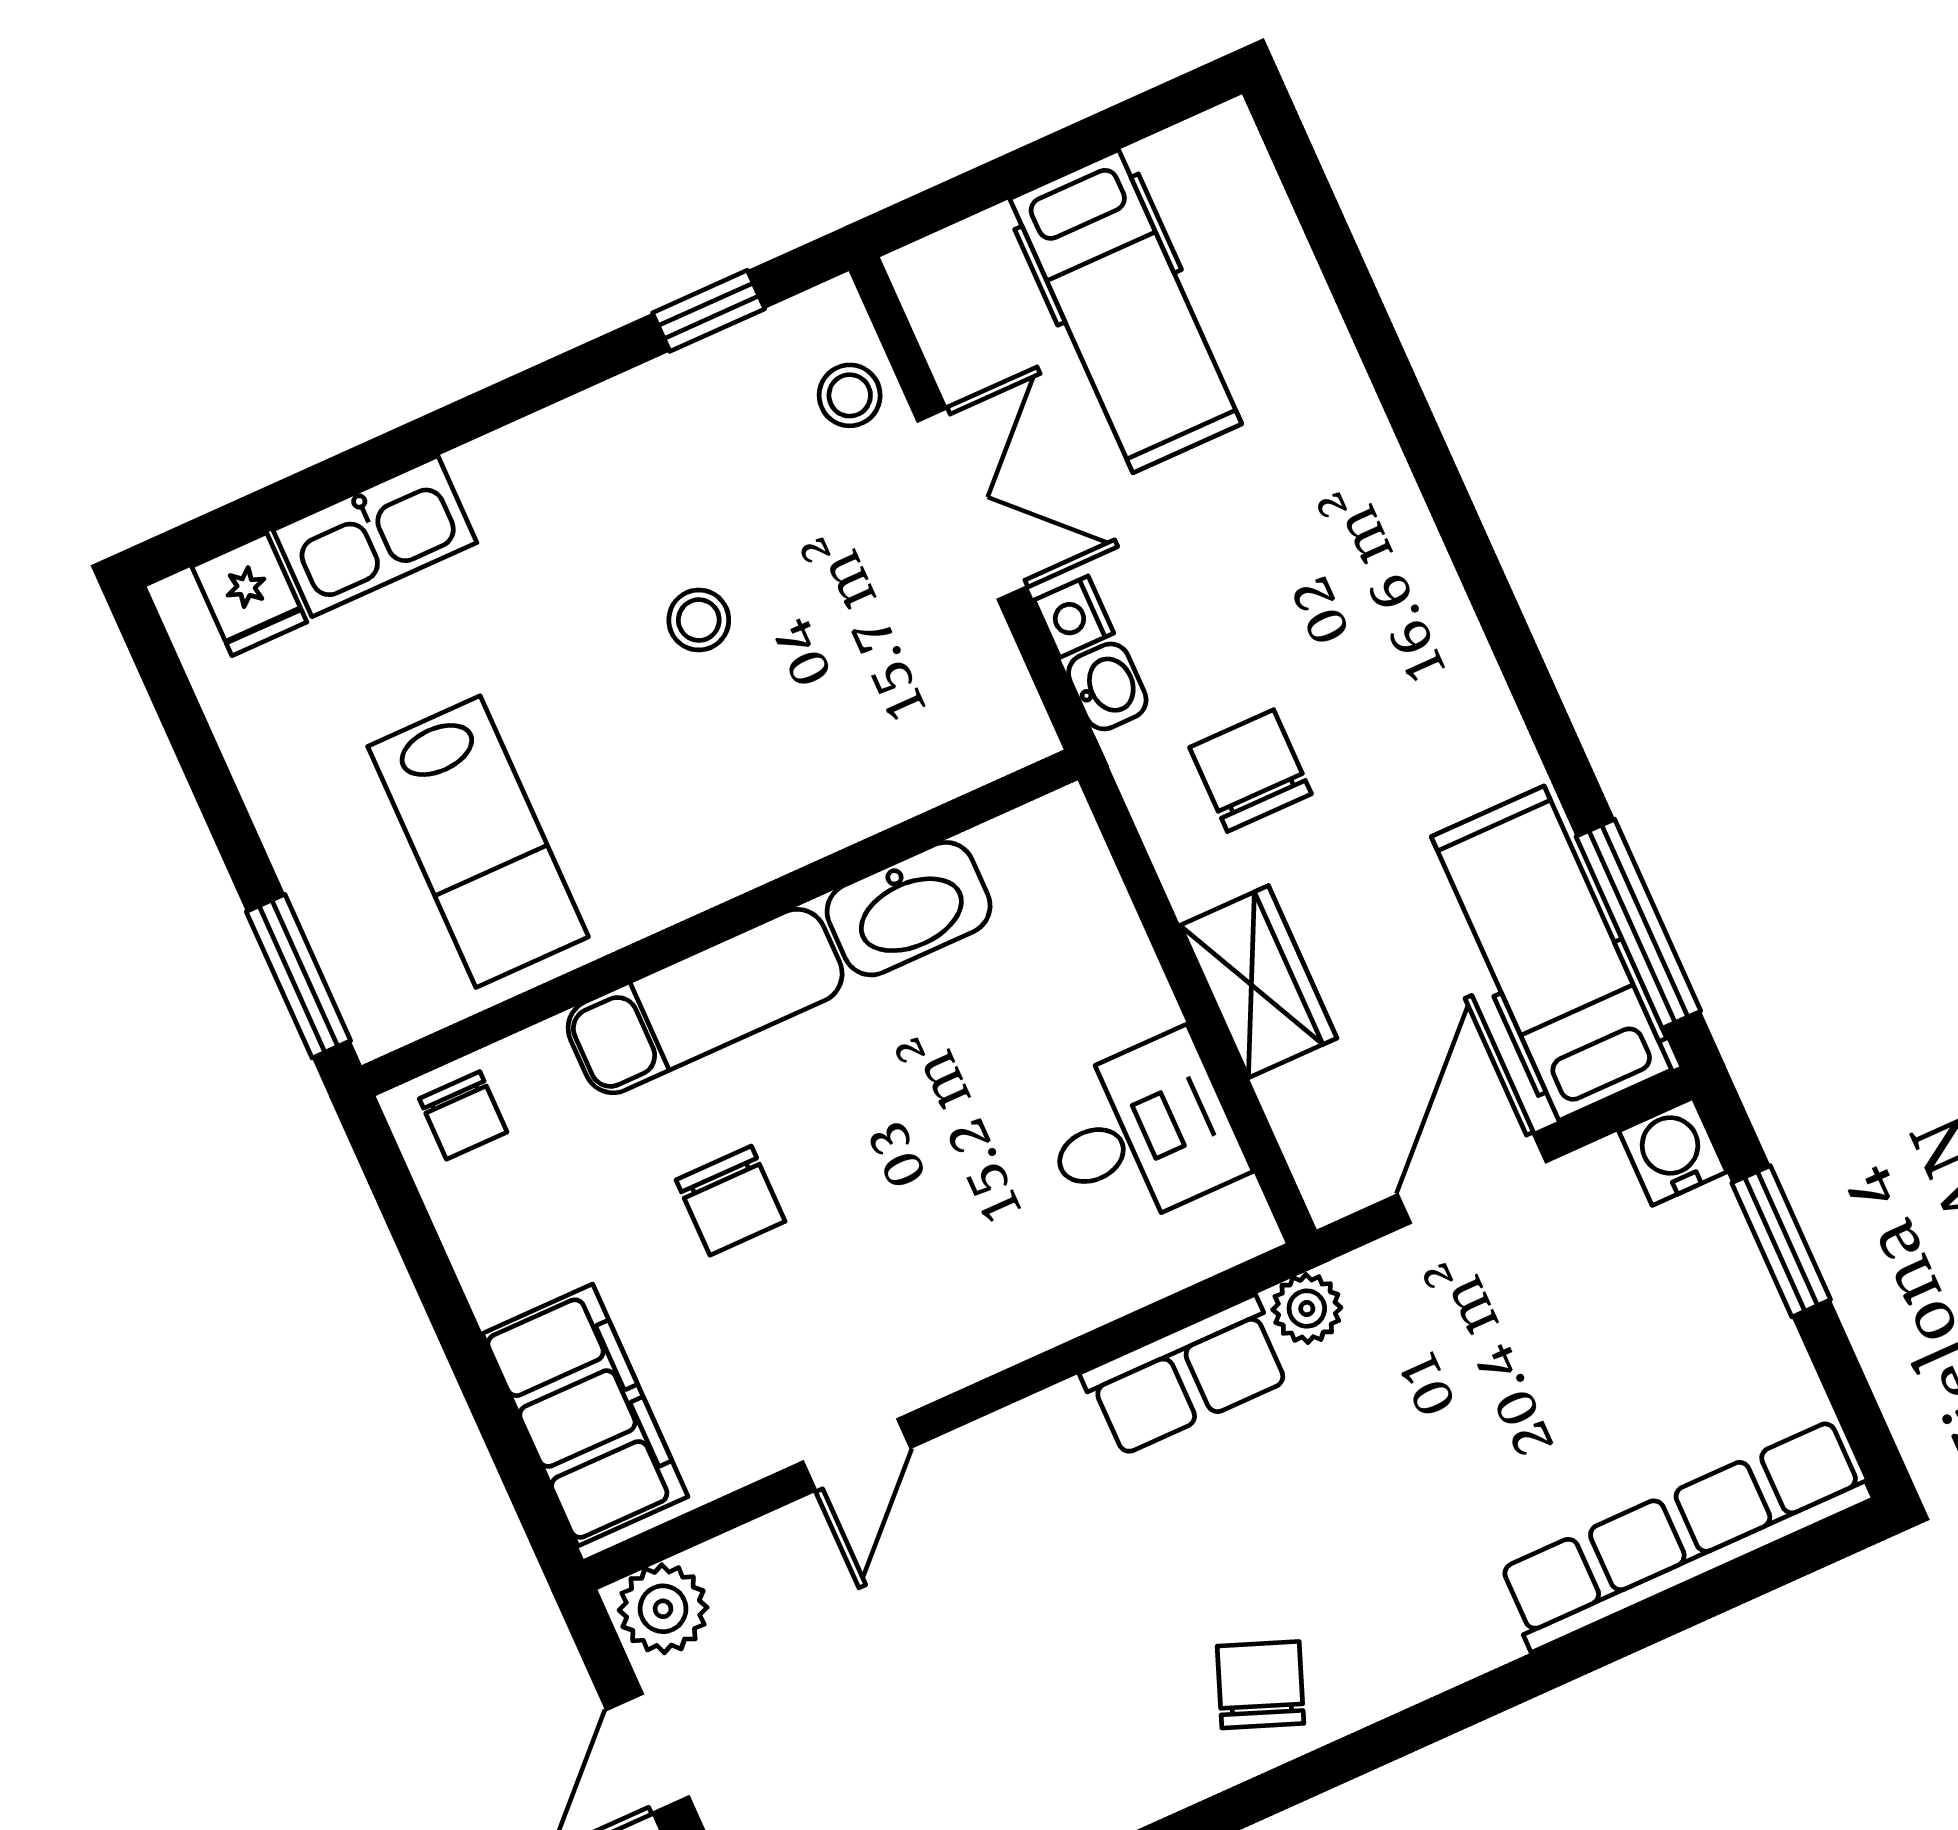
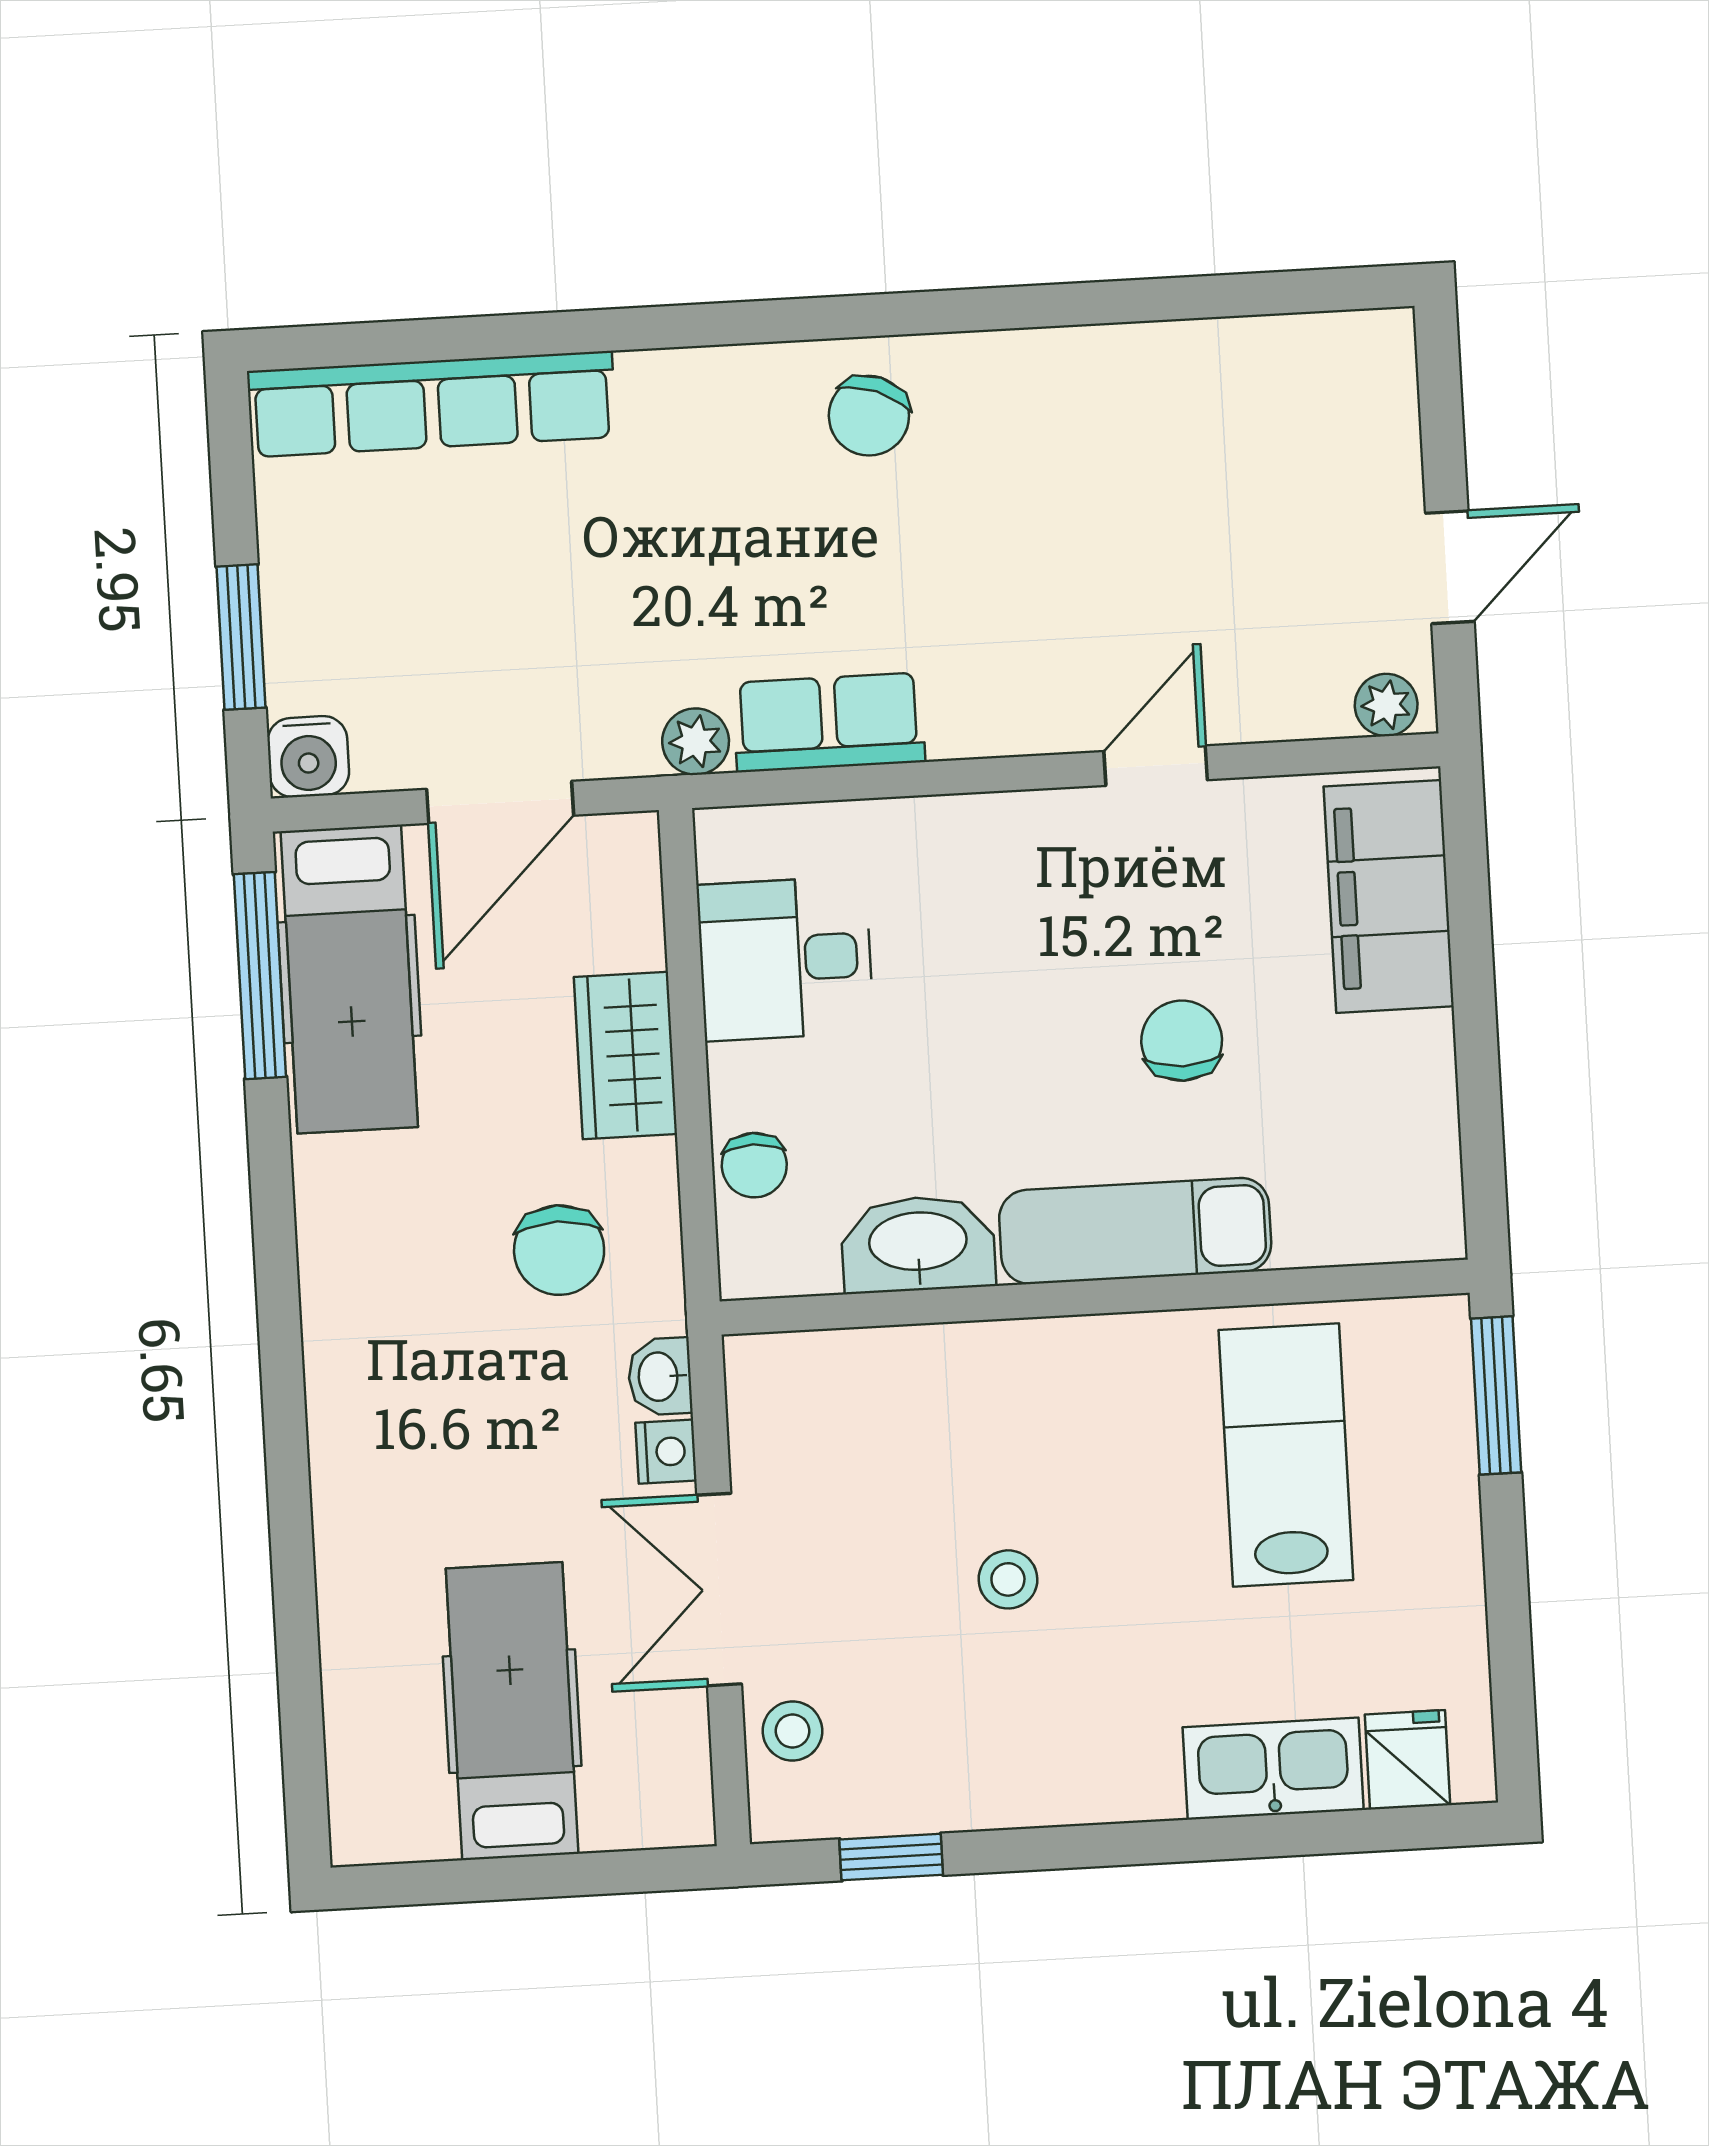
chair: (463, 1115) -> (754, 1165), moved, turned 180
plant: (663, 1609) -> (1386, 705), width x0.73, depth x0.73

